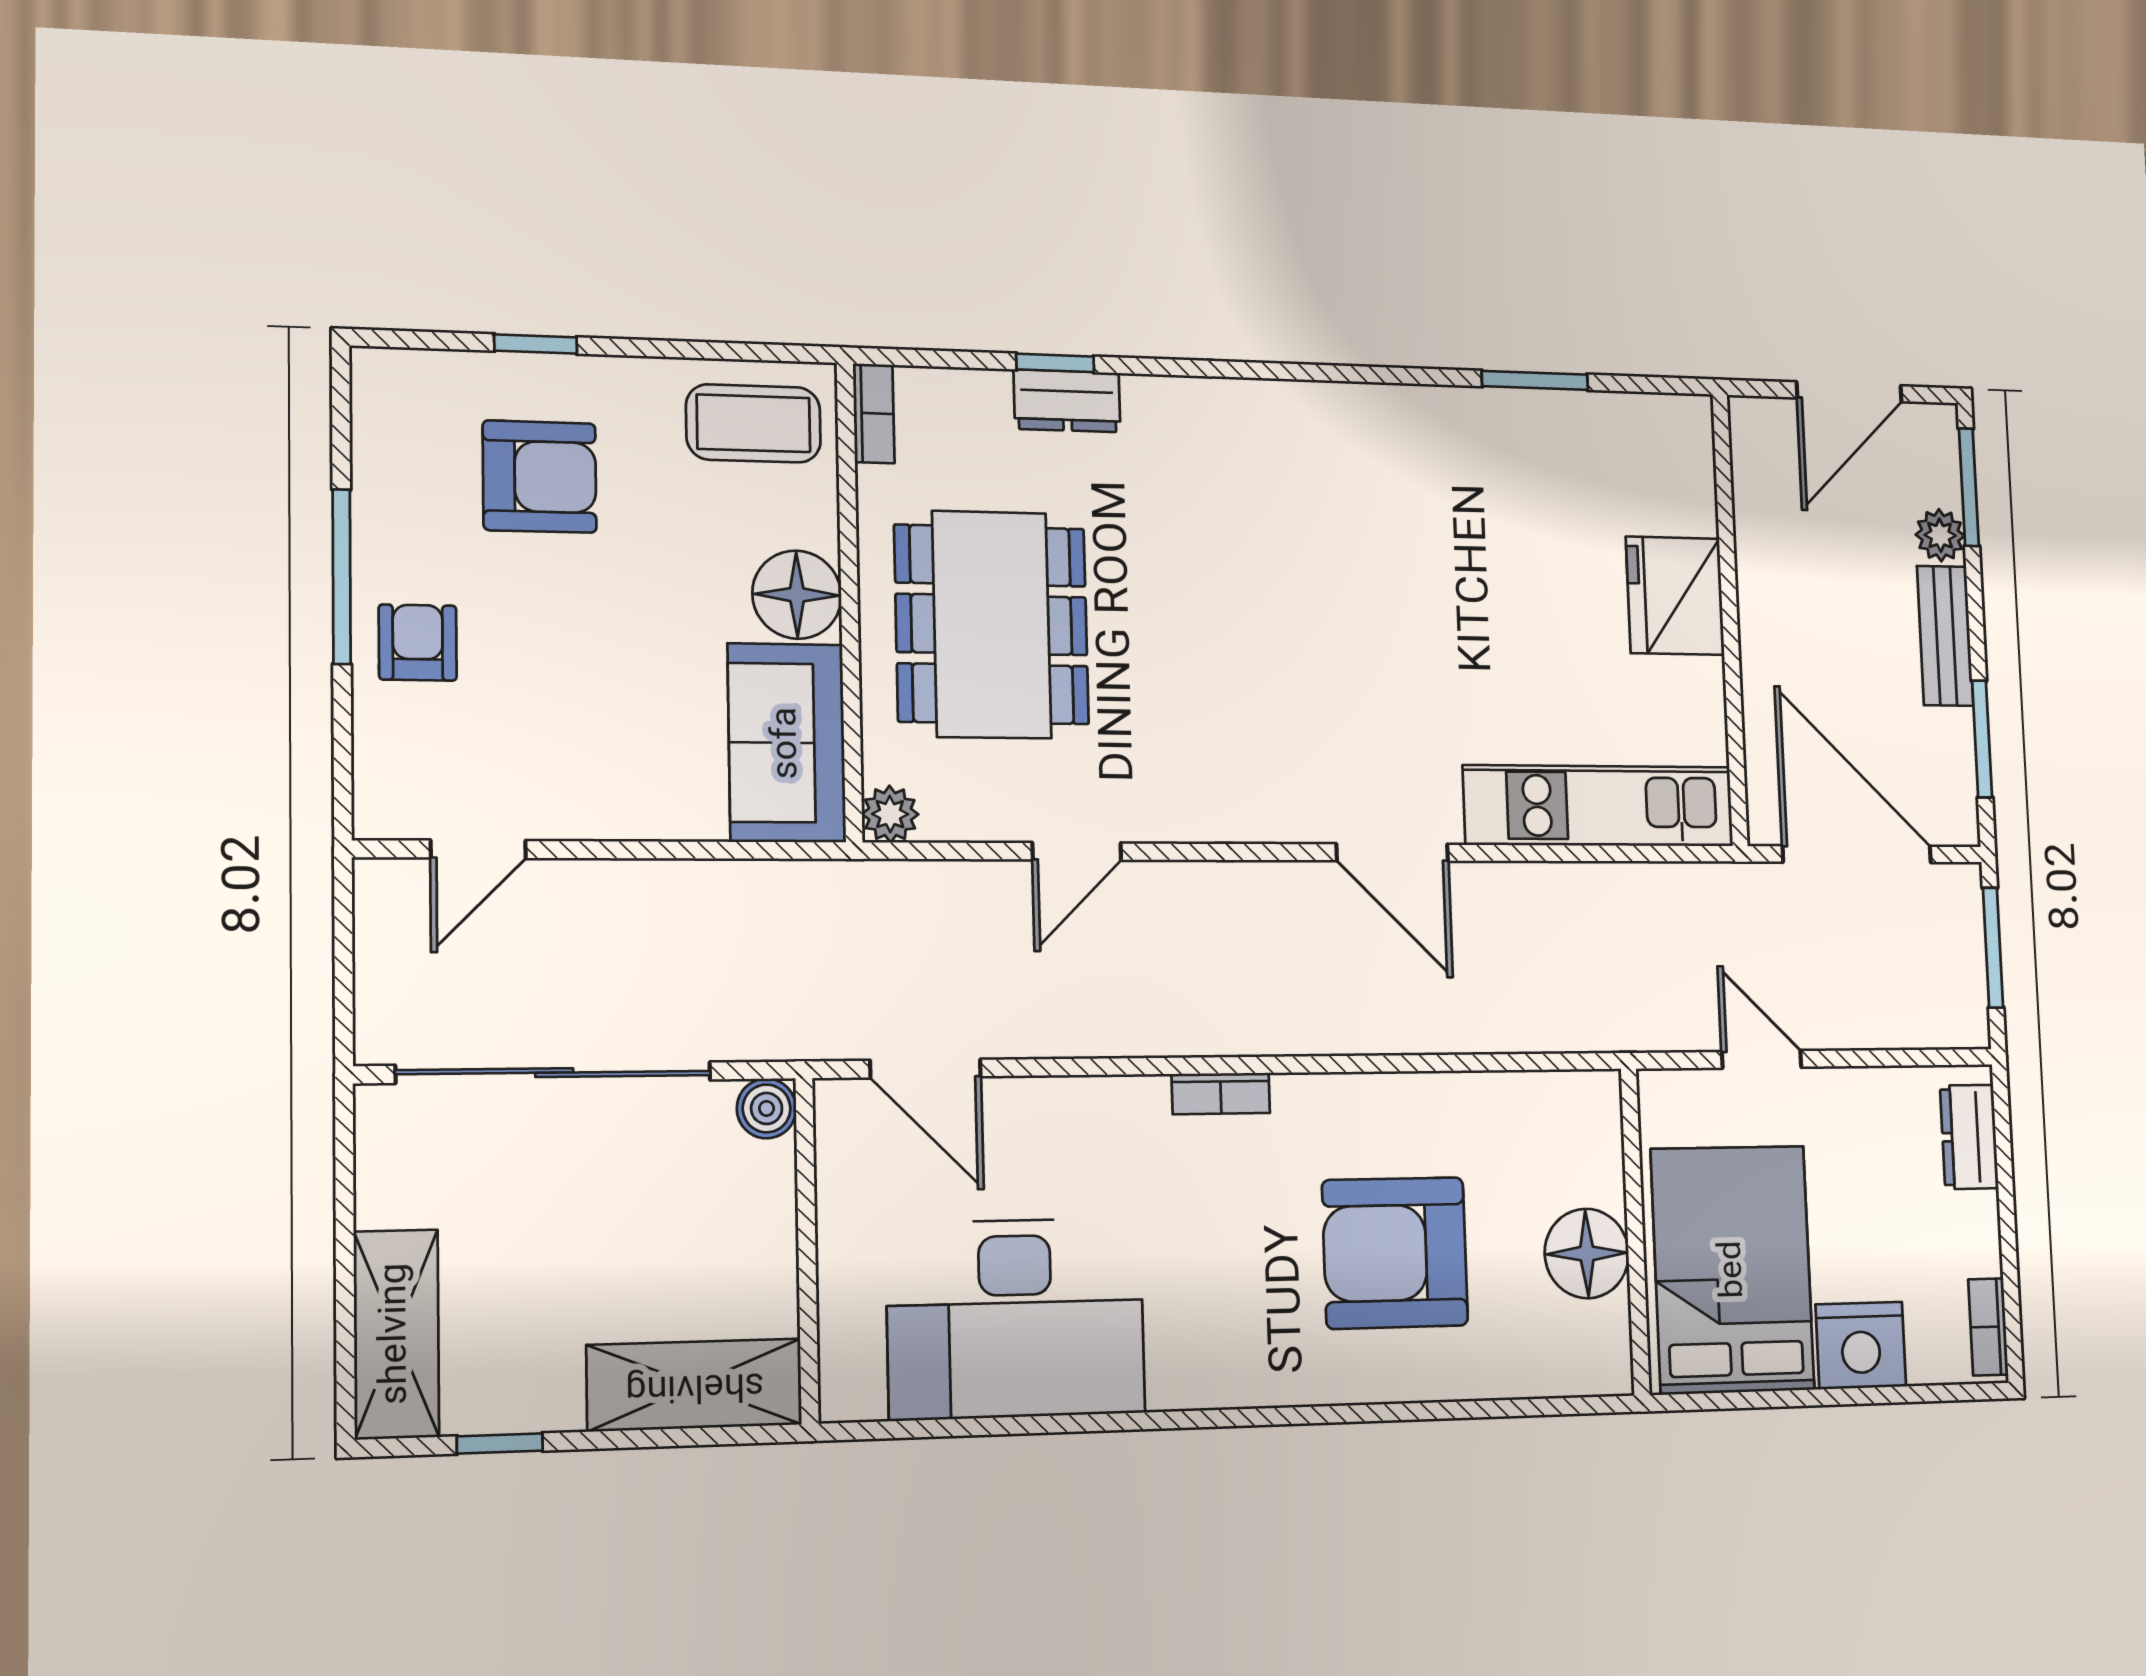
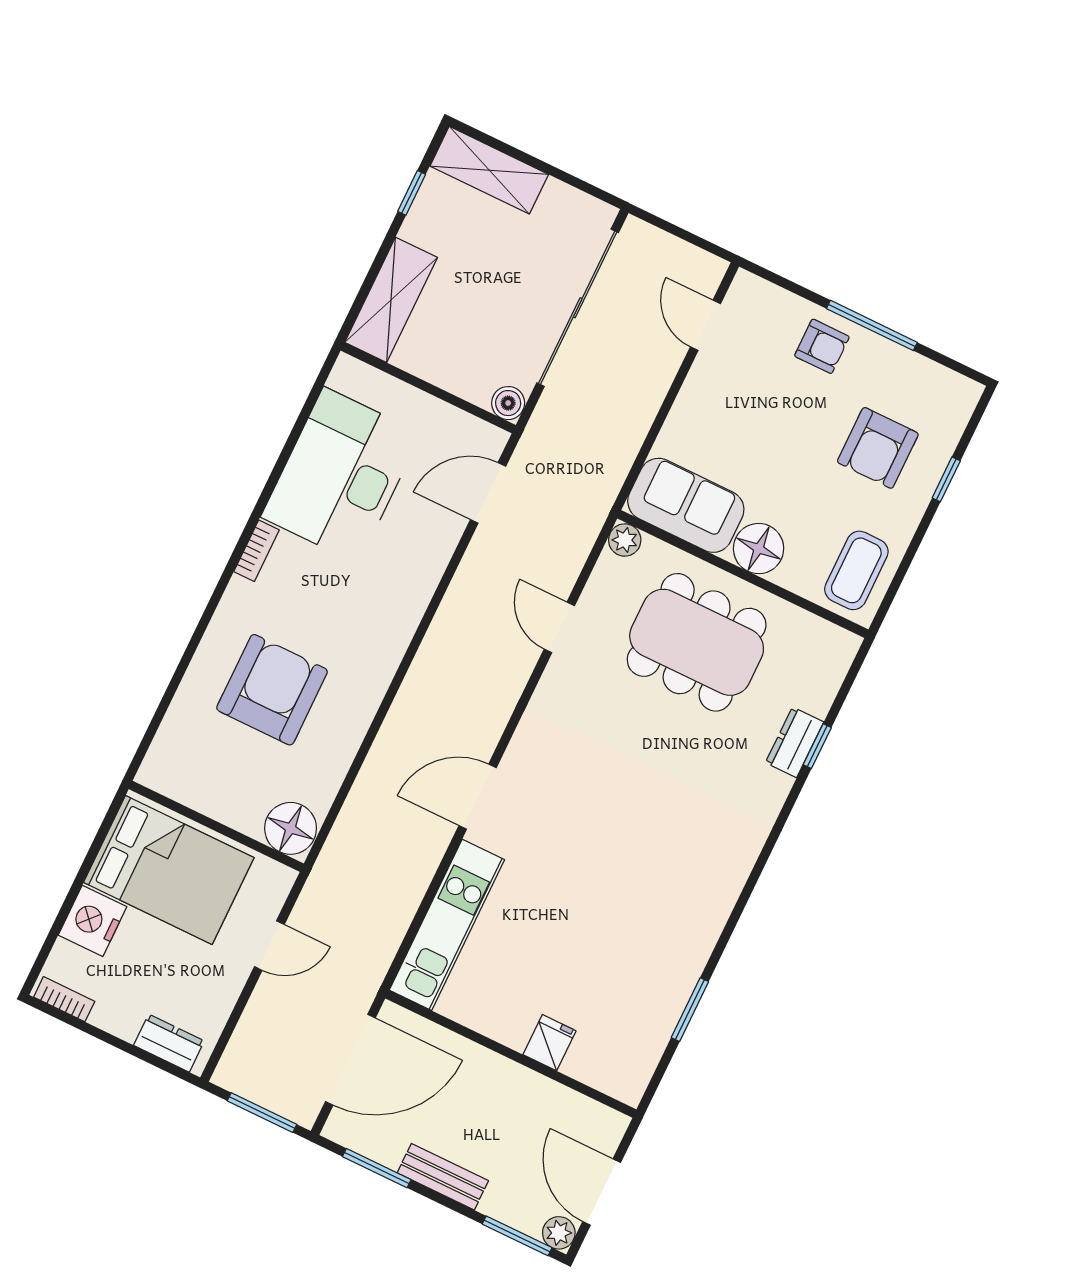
bookcase: (874, 413) -> (834, 636), removed
plant: (1940, 535) -> (559, 1233), moved
fridge: (1675, 596) -> (549, 1043), width x0.53, depth x0.75
bookcase: (1221, 1094) -> (257, 551), moved, turned 180
floor lamp: (1587, 1253) -> (291, 828), moved

